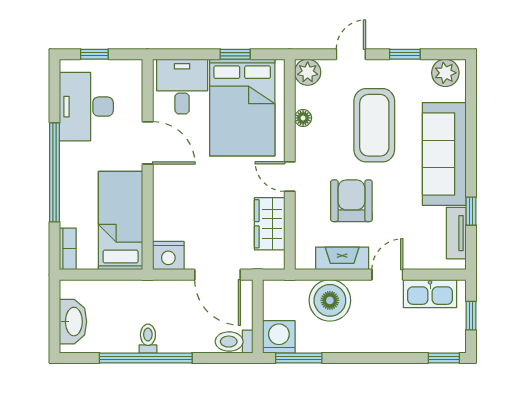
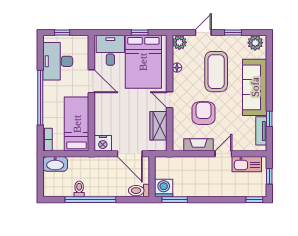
boiler: (330, 300) -> (192, 168), removed
washbasin: (73, 322) -> (55, 164), moved, turned 90
toilet: (148, 339) -> (79, 189), moved

